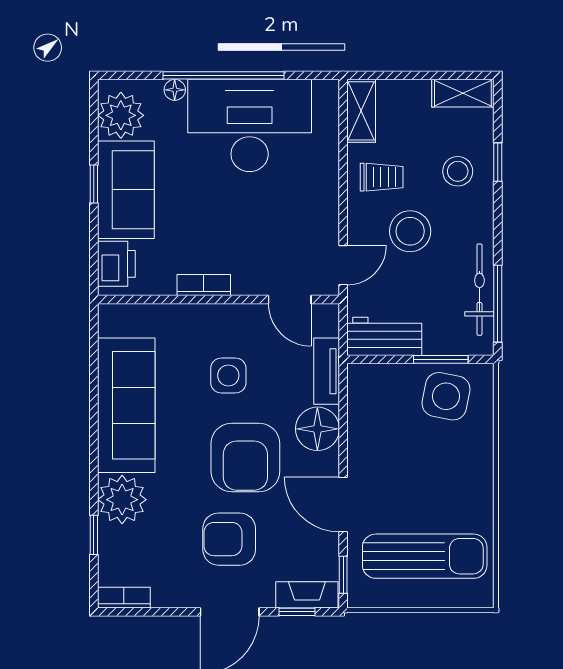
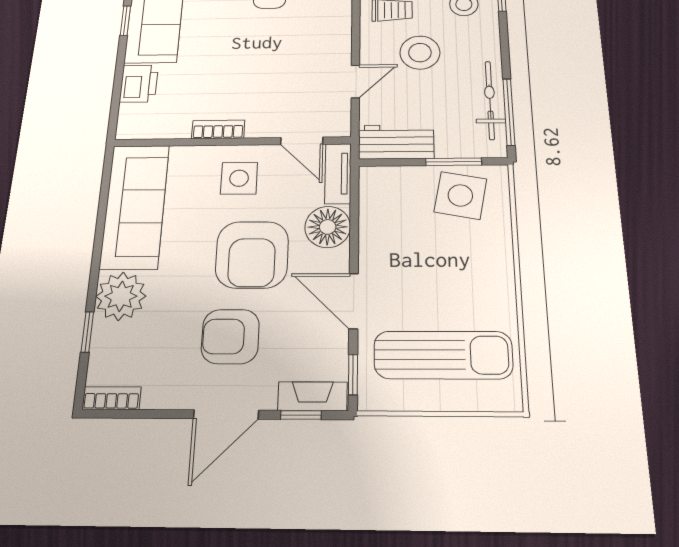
bookcase: (204, 285) -> (218, 129), moved
wall: (219, 299) -> (232, 142), moved
door: (290, 299) -> (302, 141), moved

